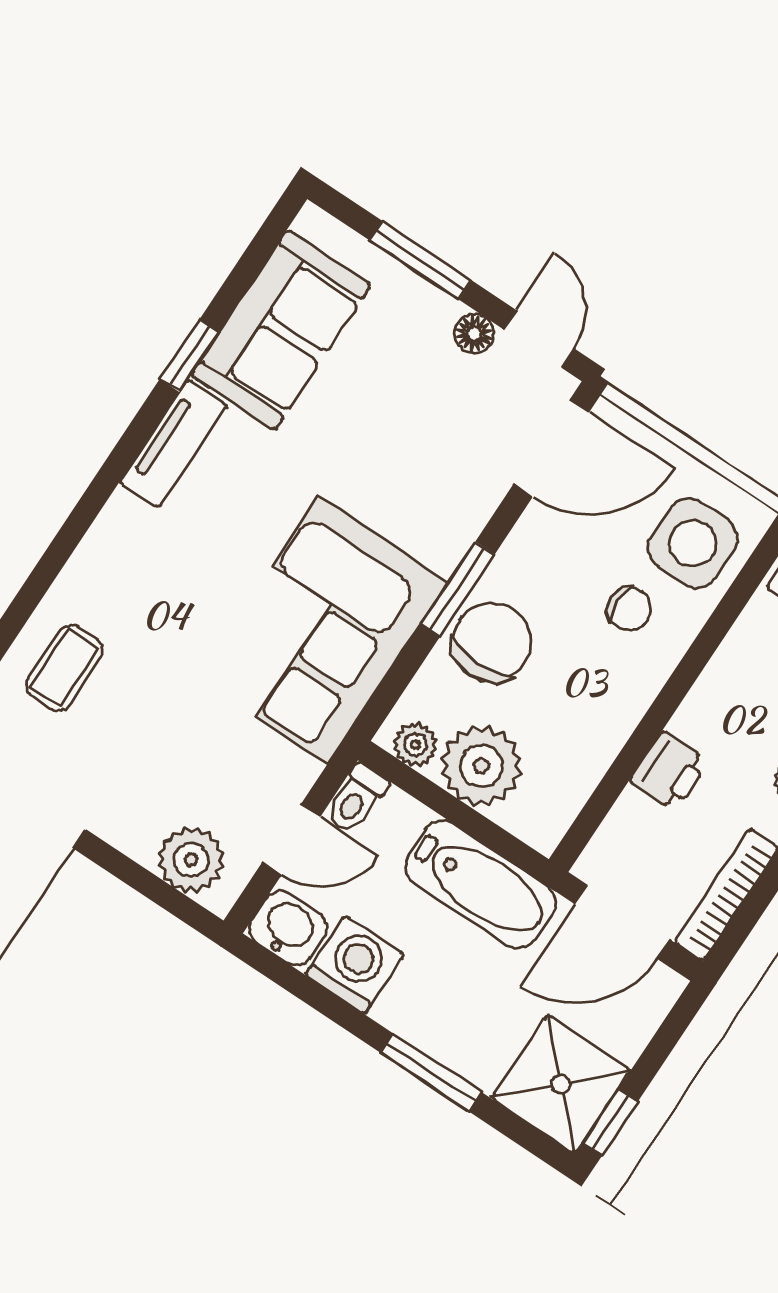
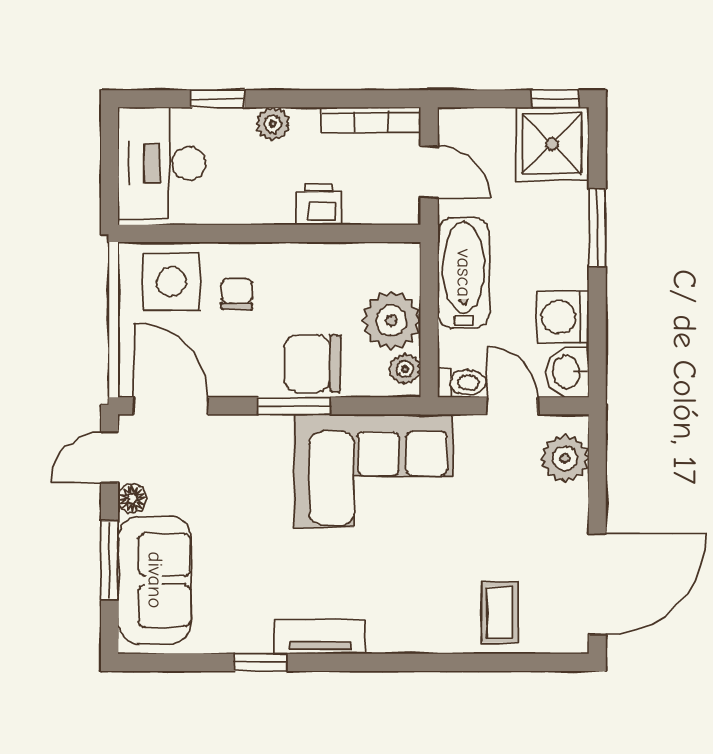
sofa: (281, 330) -> (155, 580), moved, turned 90
coffee table: (64, 668) -> (500, 612), turned 90
door: (622, 922) -> (429, 172), width x0.73

